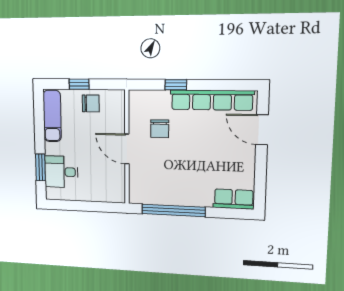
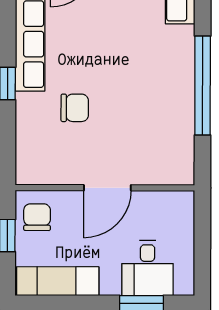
wall: (127, 147) -> (105, 188), moved
door: (127, 149) -> (107, 188), moved

